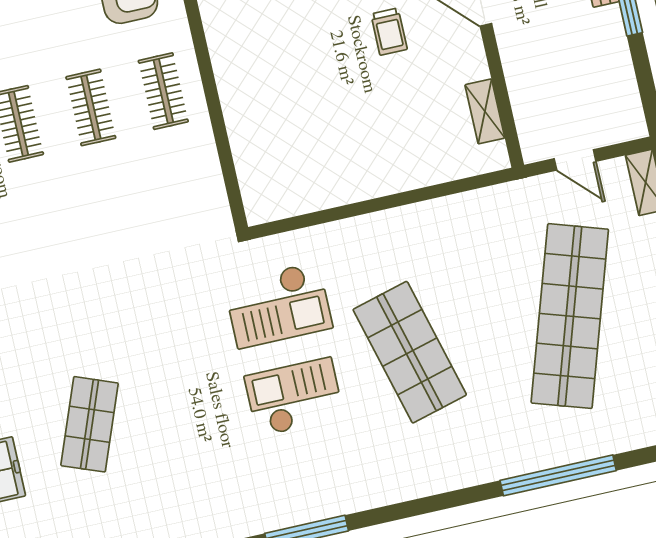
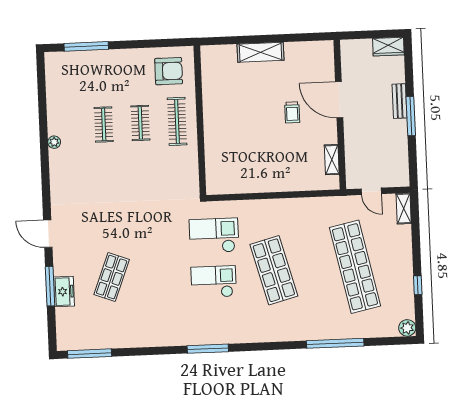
clothes rail: (163, 91) -> (177, 121), width x1.36
checkout: (278, 305) -> (214, 236), turned 180
shop shelf: (570, 316) -> (355, 267), turned -30

